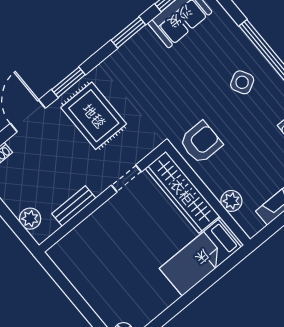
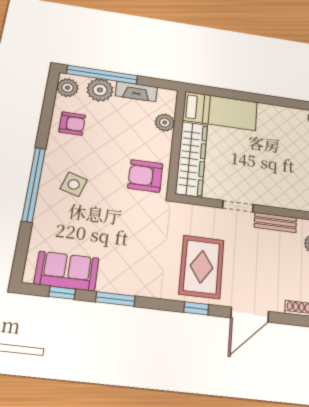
window: (68, 82) -> (196, 308), width x0.67
side table: (242, 82) -> (74, 184), turned 45
doorway: (126, 178) -> (238, 206), moved

